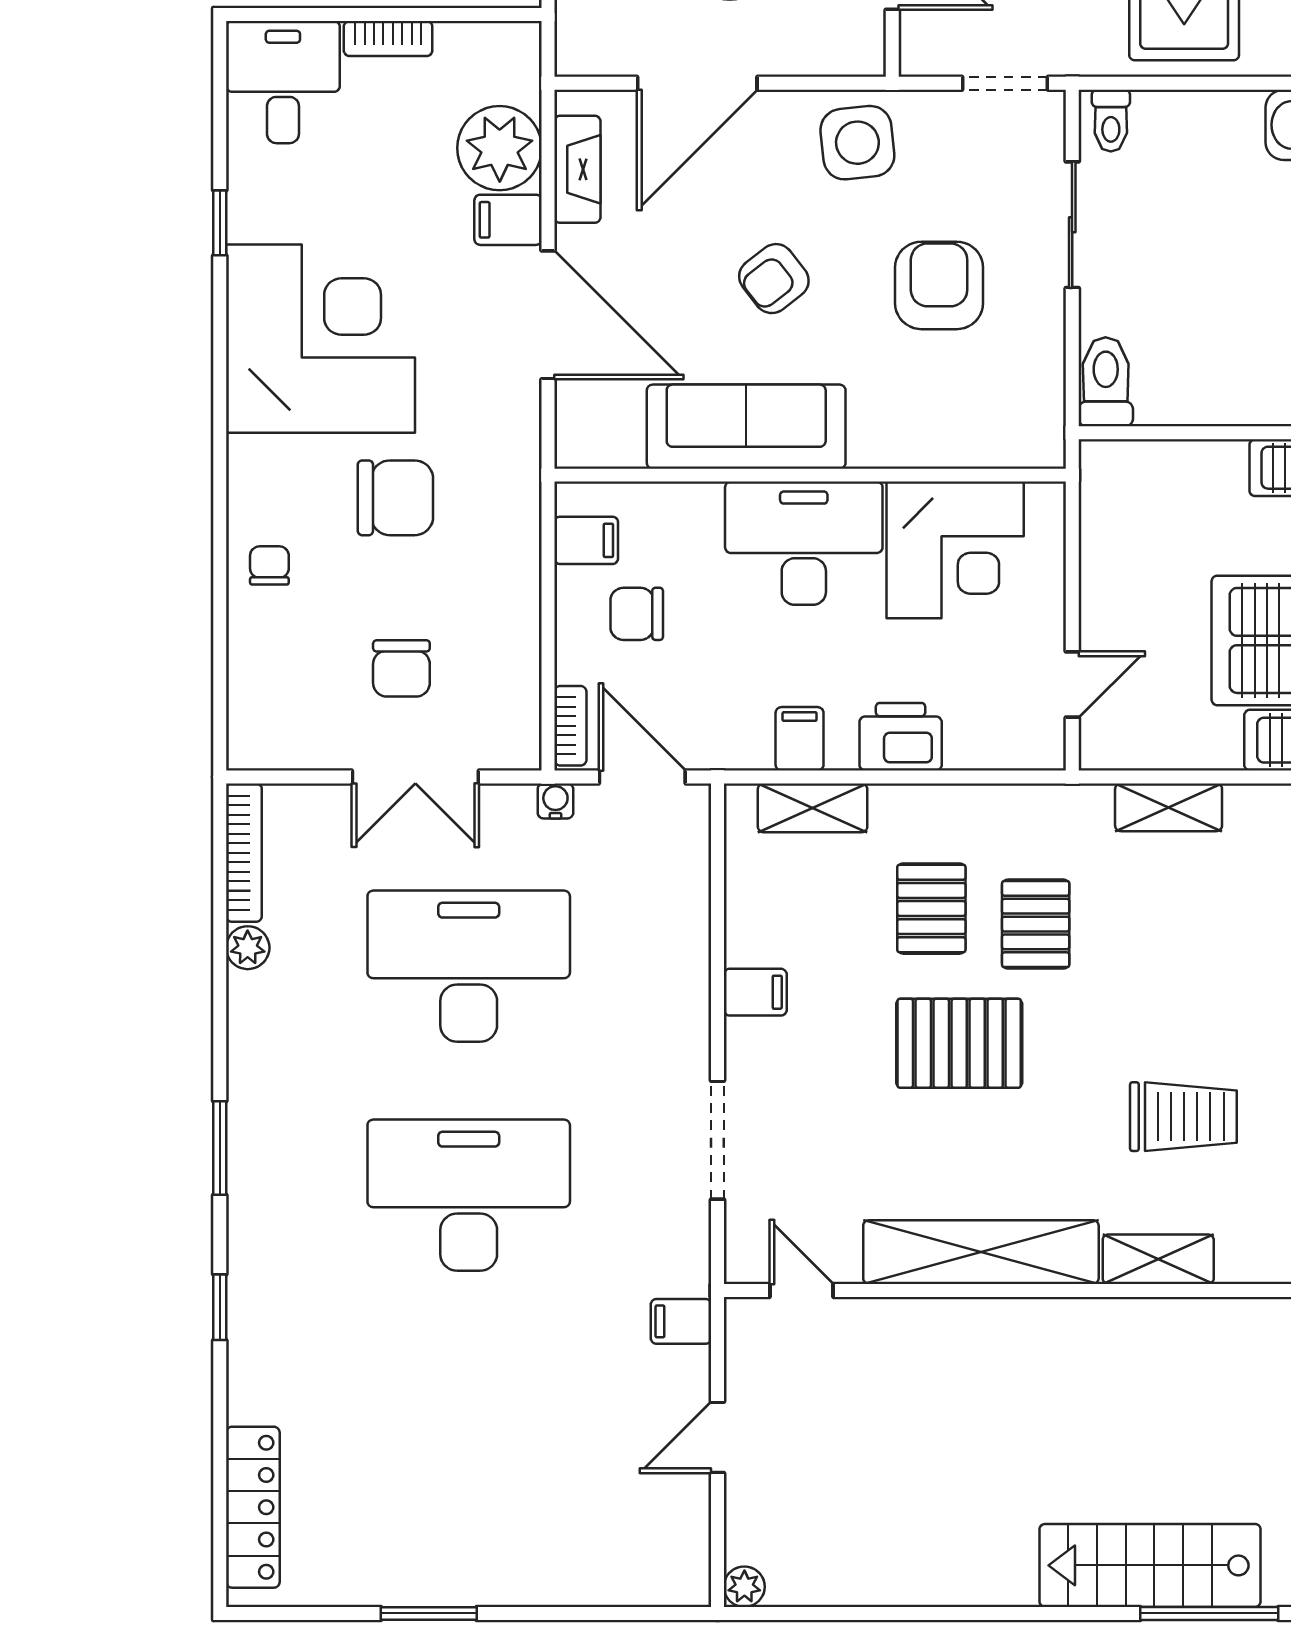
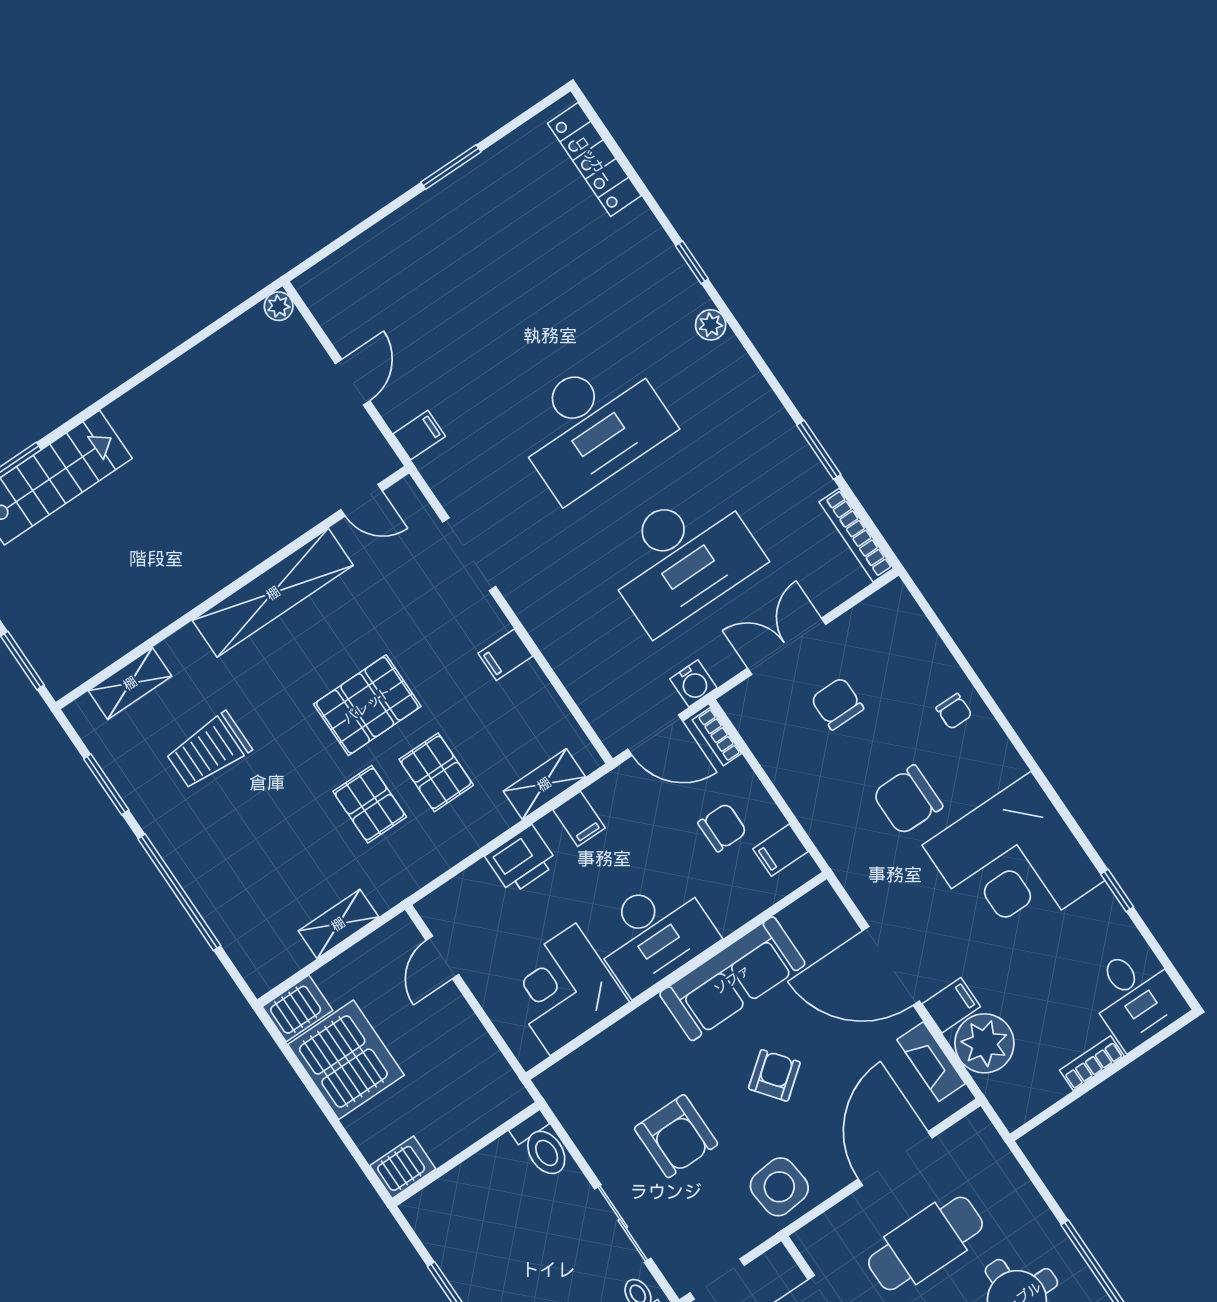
water cooler: (555, 801) -> (693, 683), width x1.38, depth x1.38
plant: (248, 948) -> (711, 325), moved
window: (220, 1148) -> (819, 450), moved
shelving: (1158, 1259) -> (130, 683), moved

